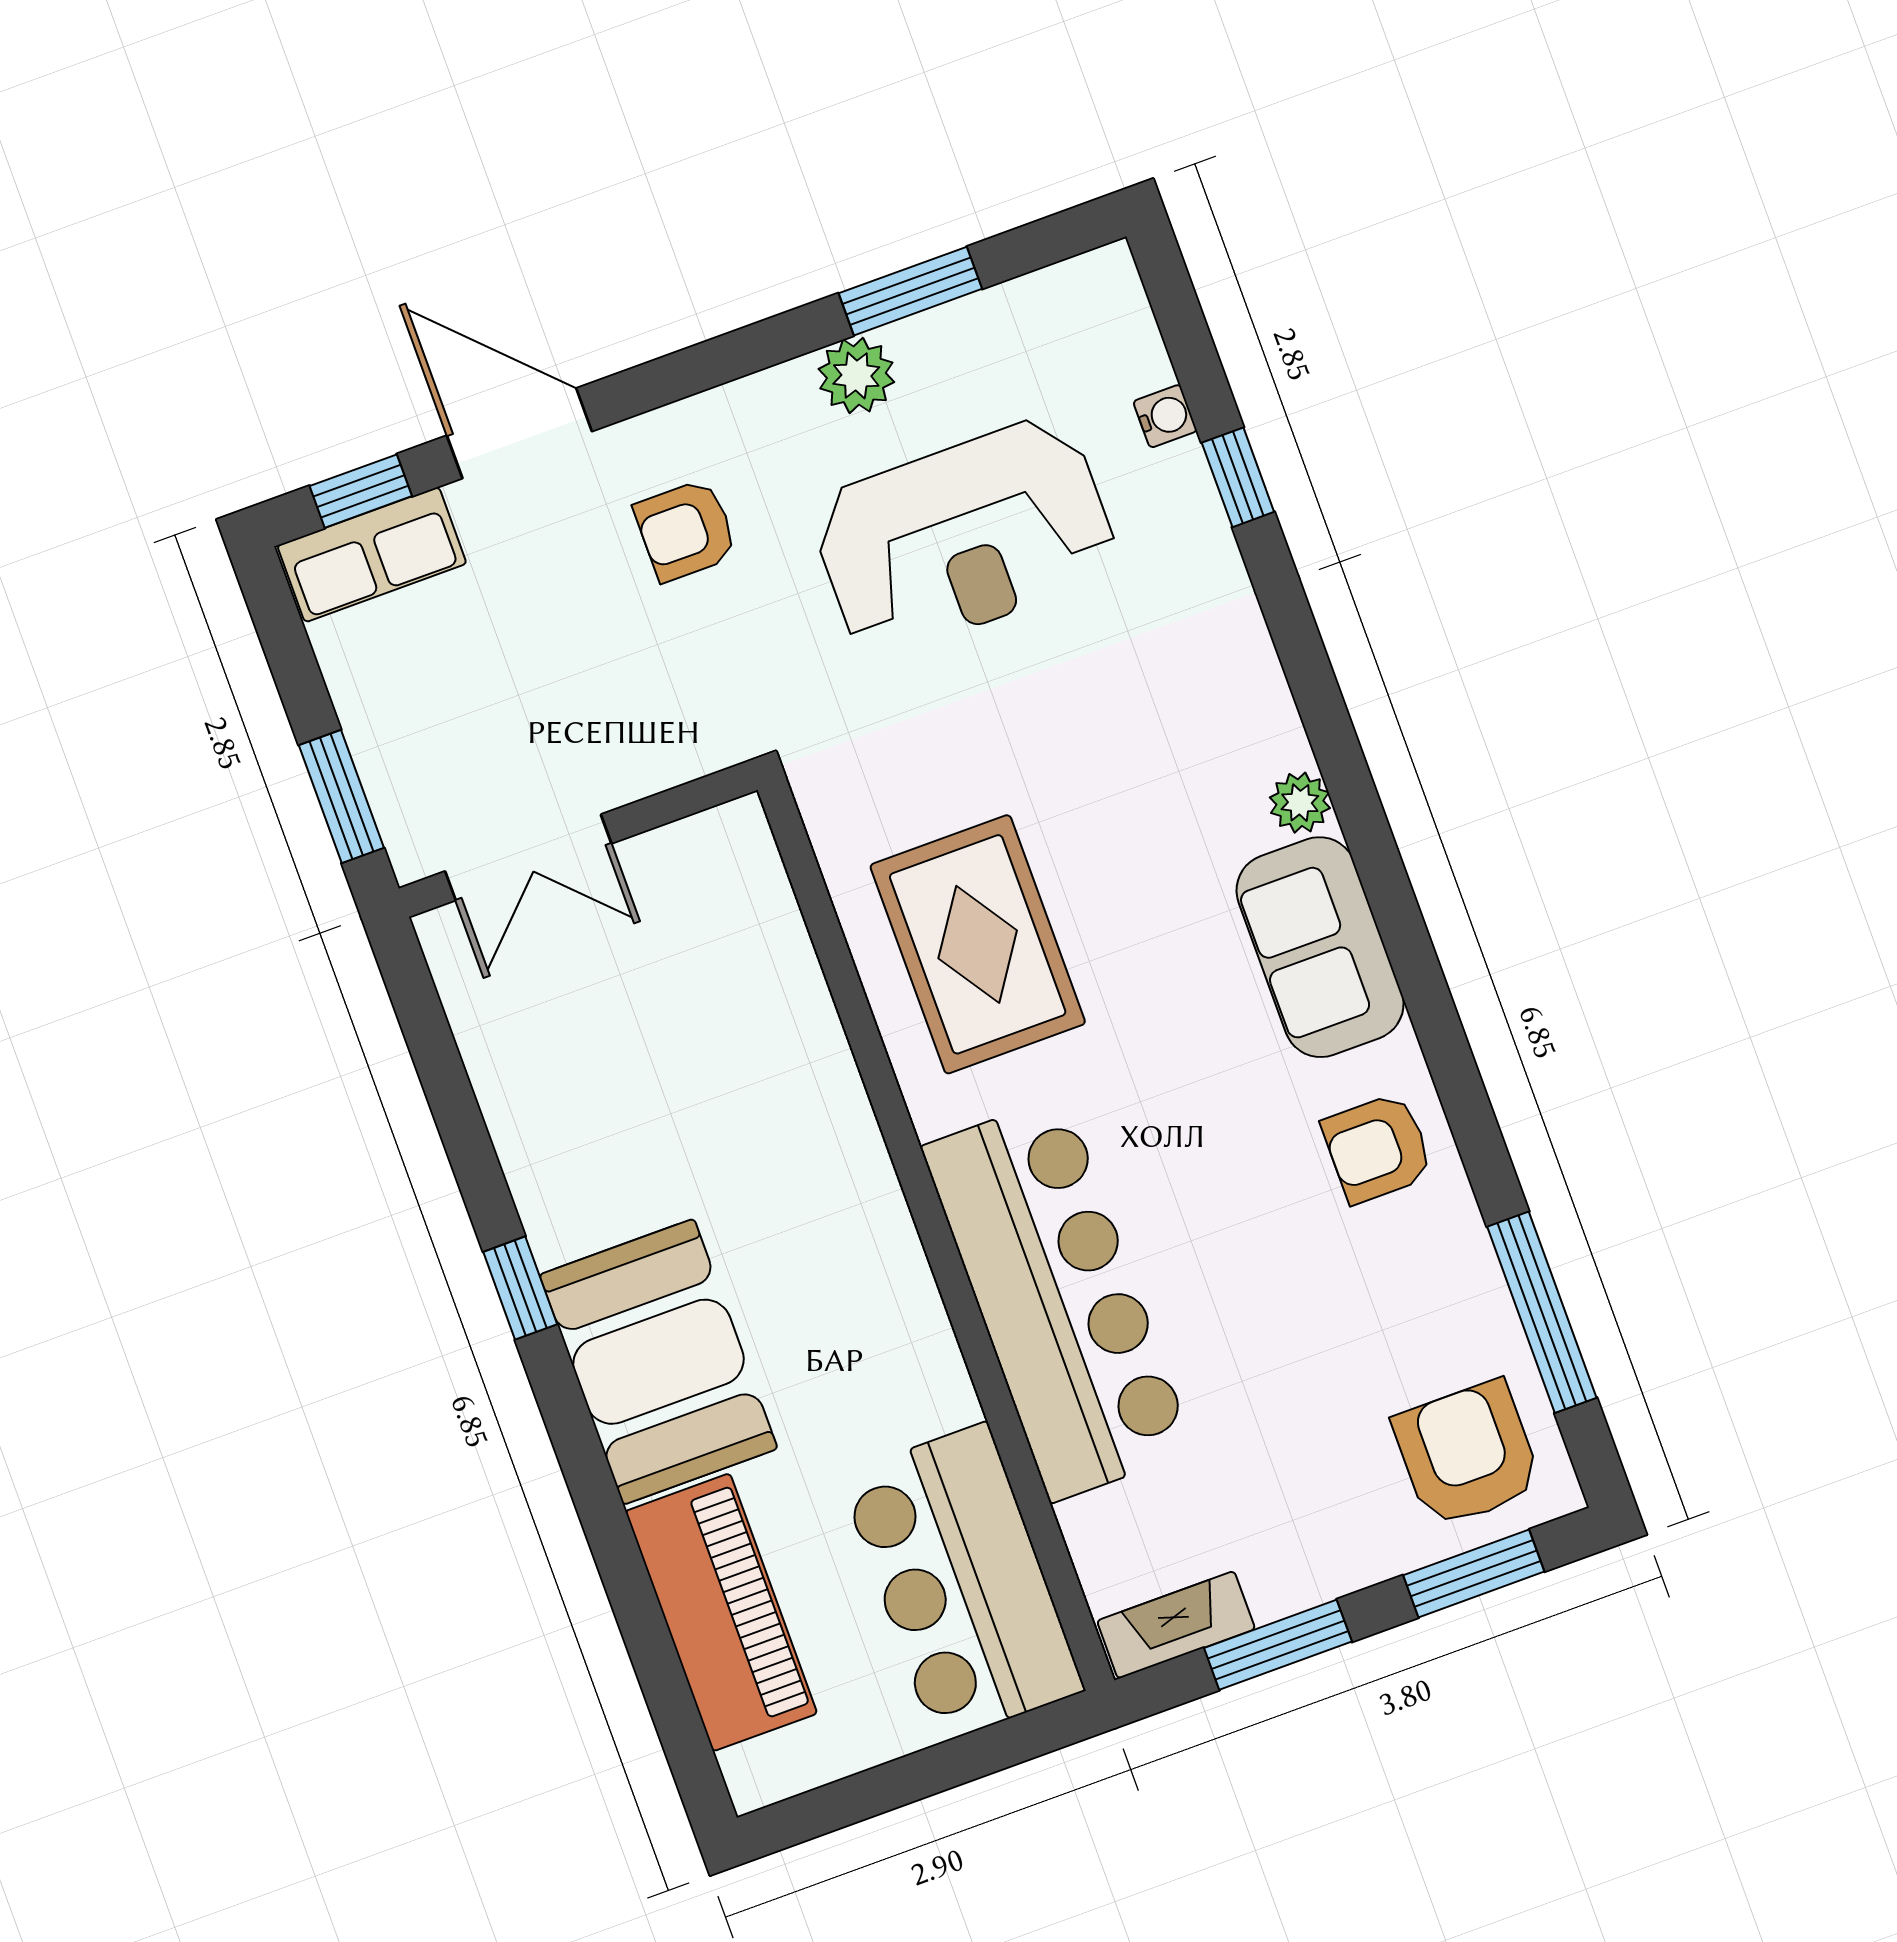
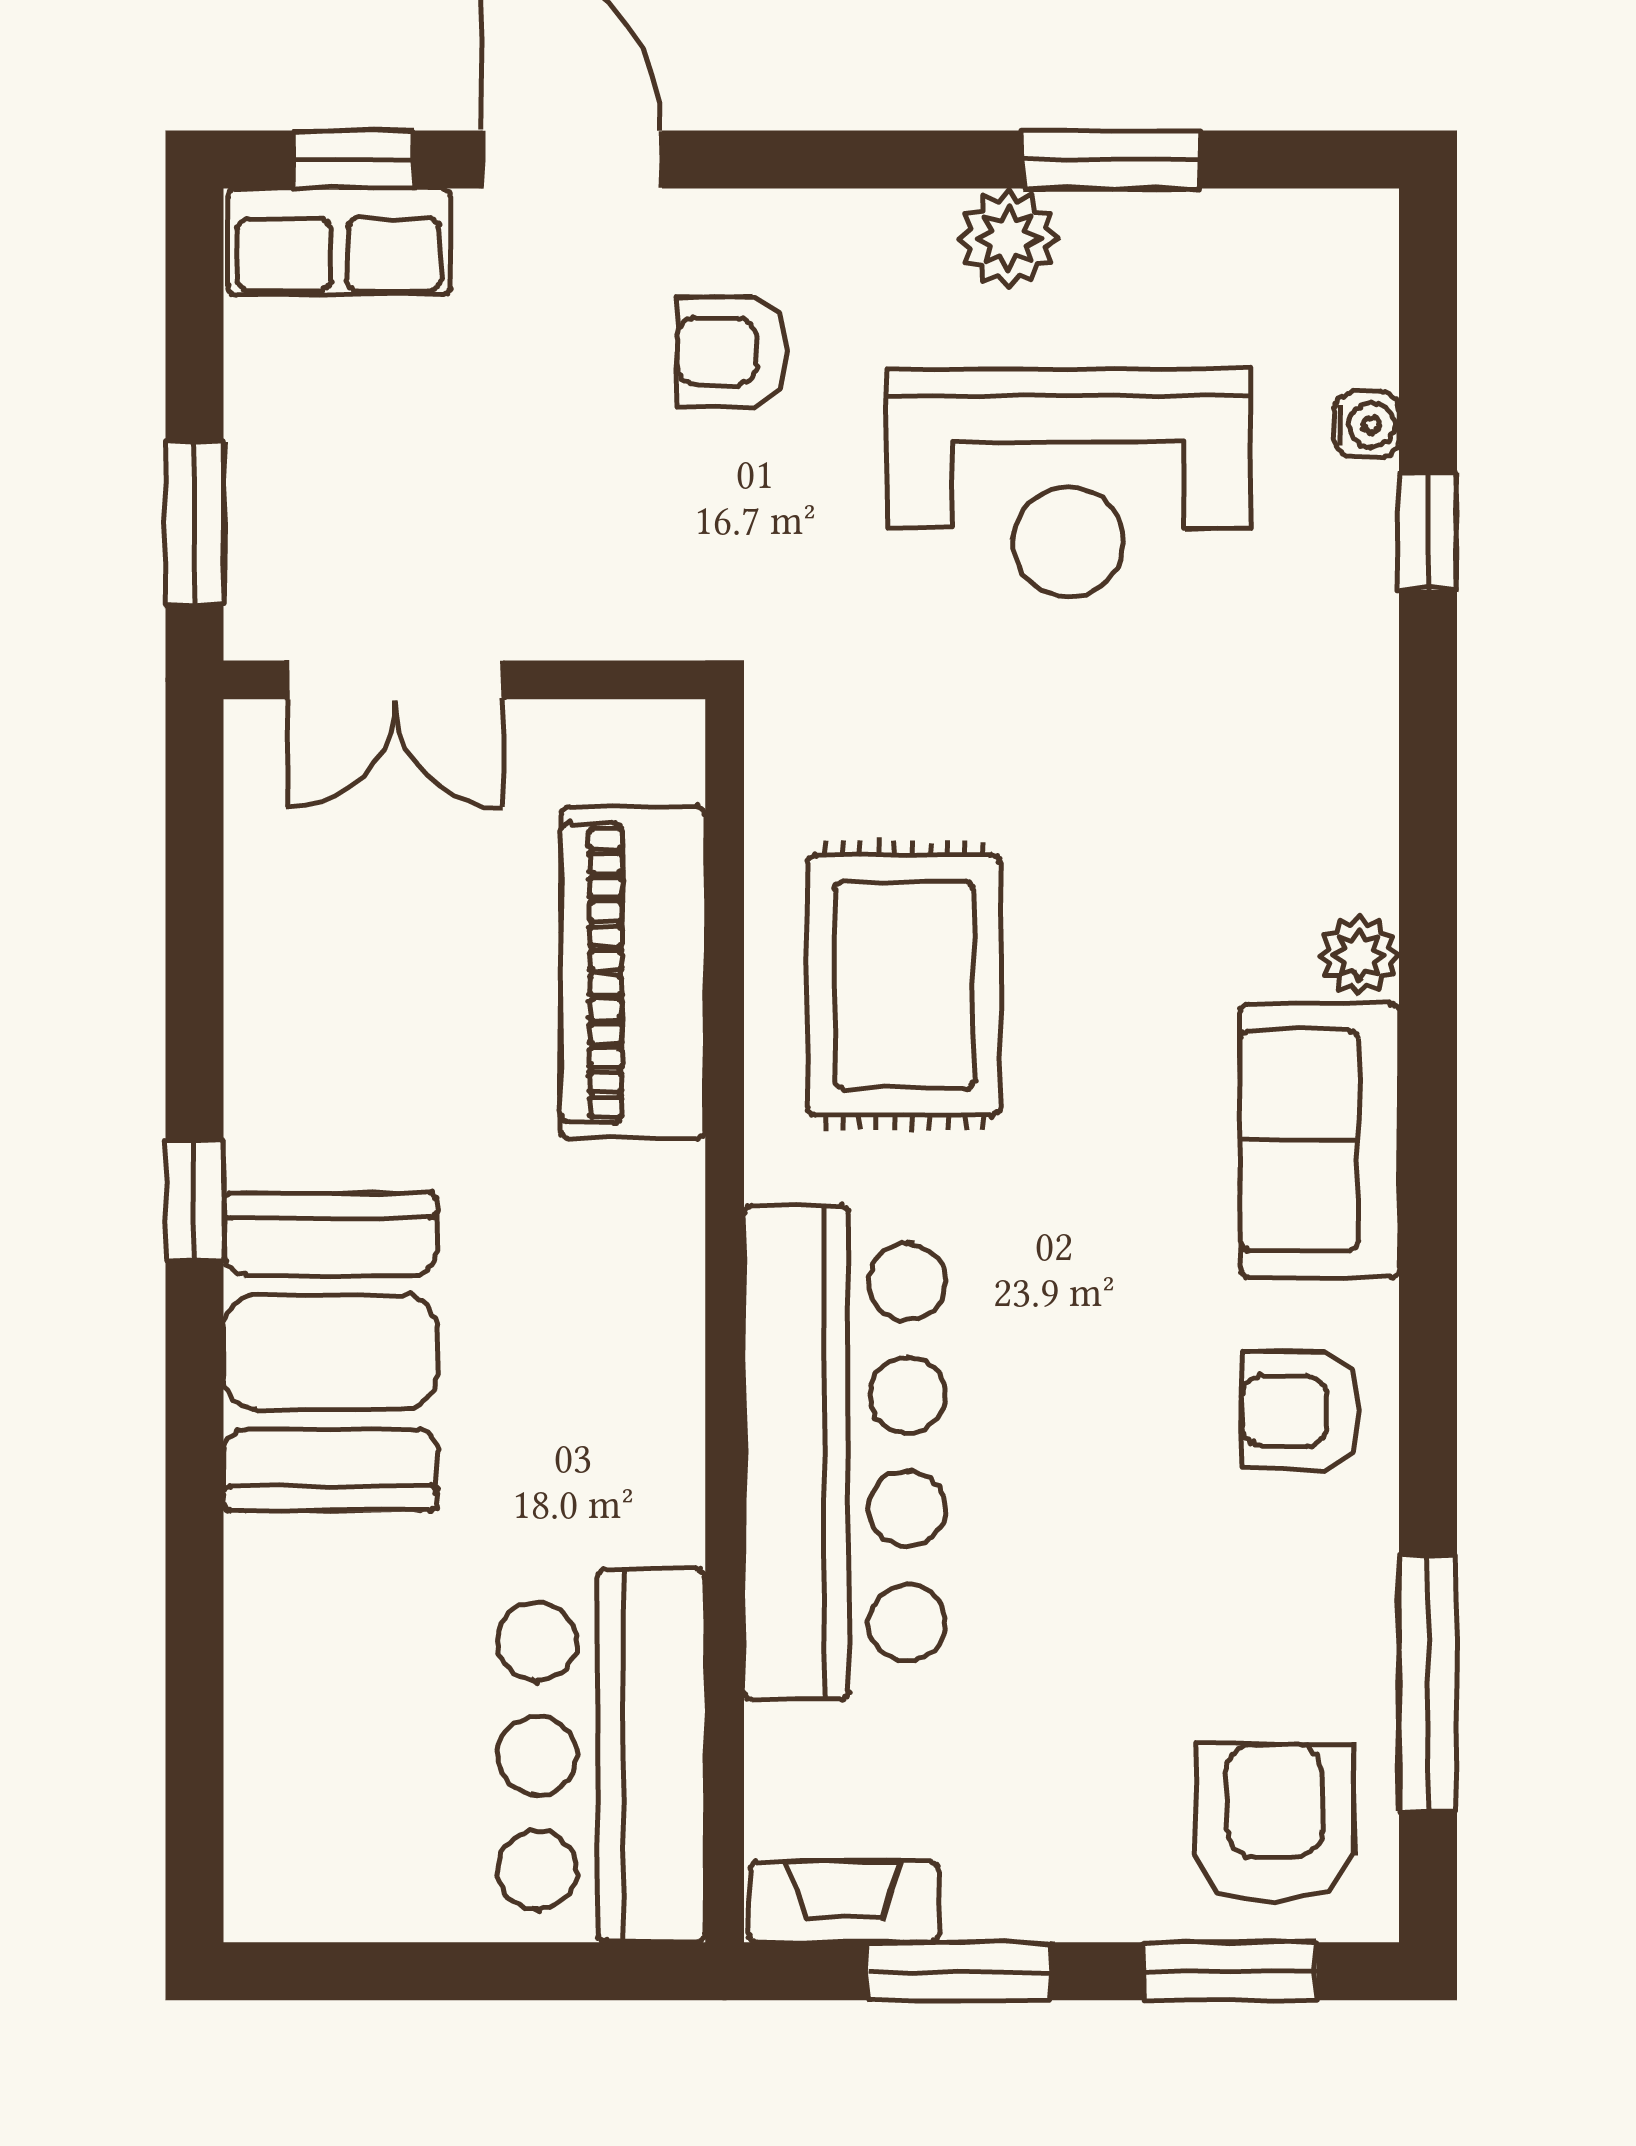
piano: (721, 1612) -> (633, 973), moved, turned 180

